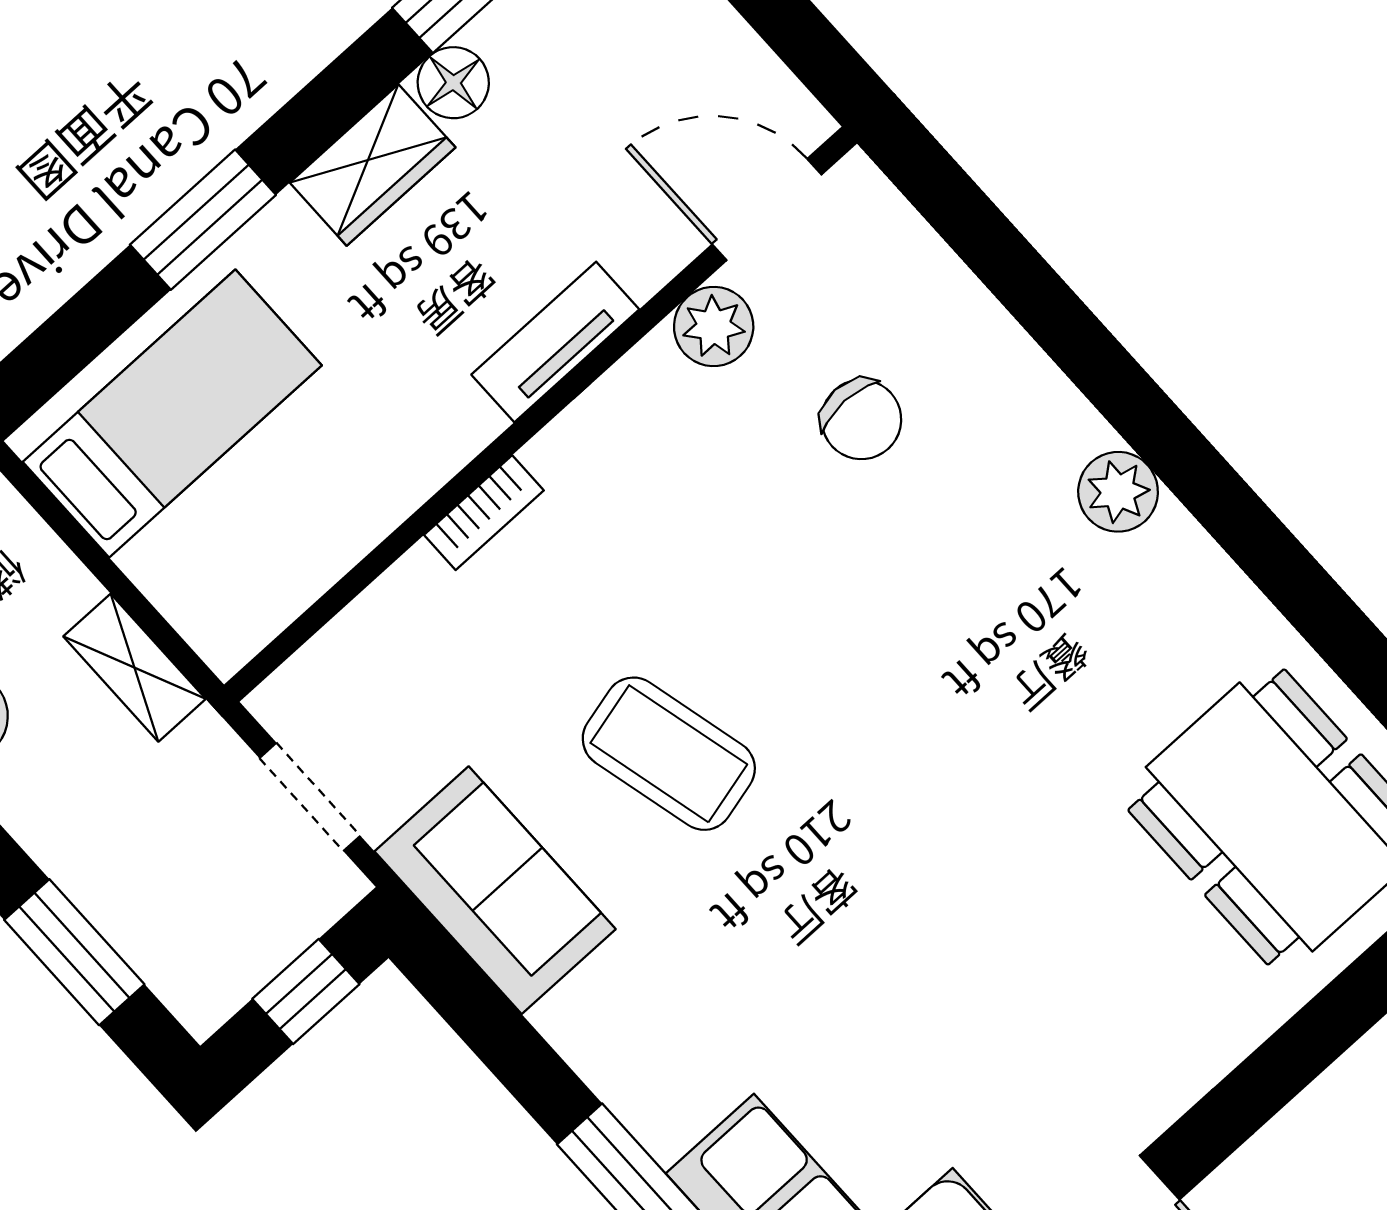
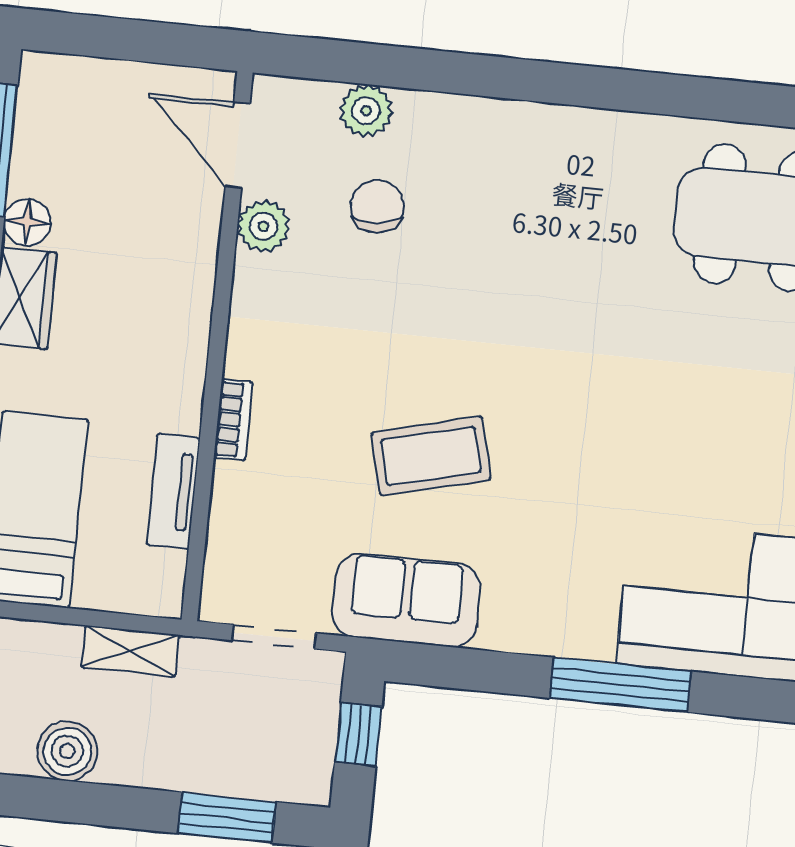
door: (767, 210) -> (238, 145), hinge flipped
tv unit: (555, 342) -> (173, 491), moved
chair: (861, 419) -> (377, 206), turned -95
plant: (1118, 492) -> (366, 111), moved

